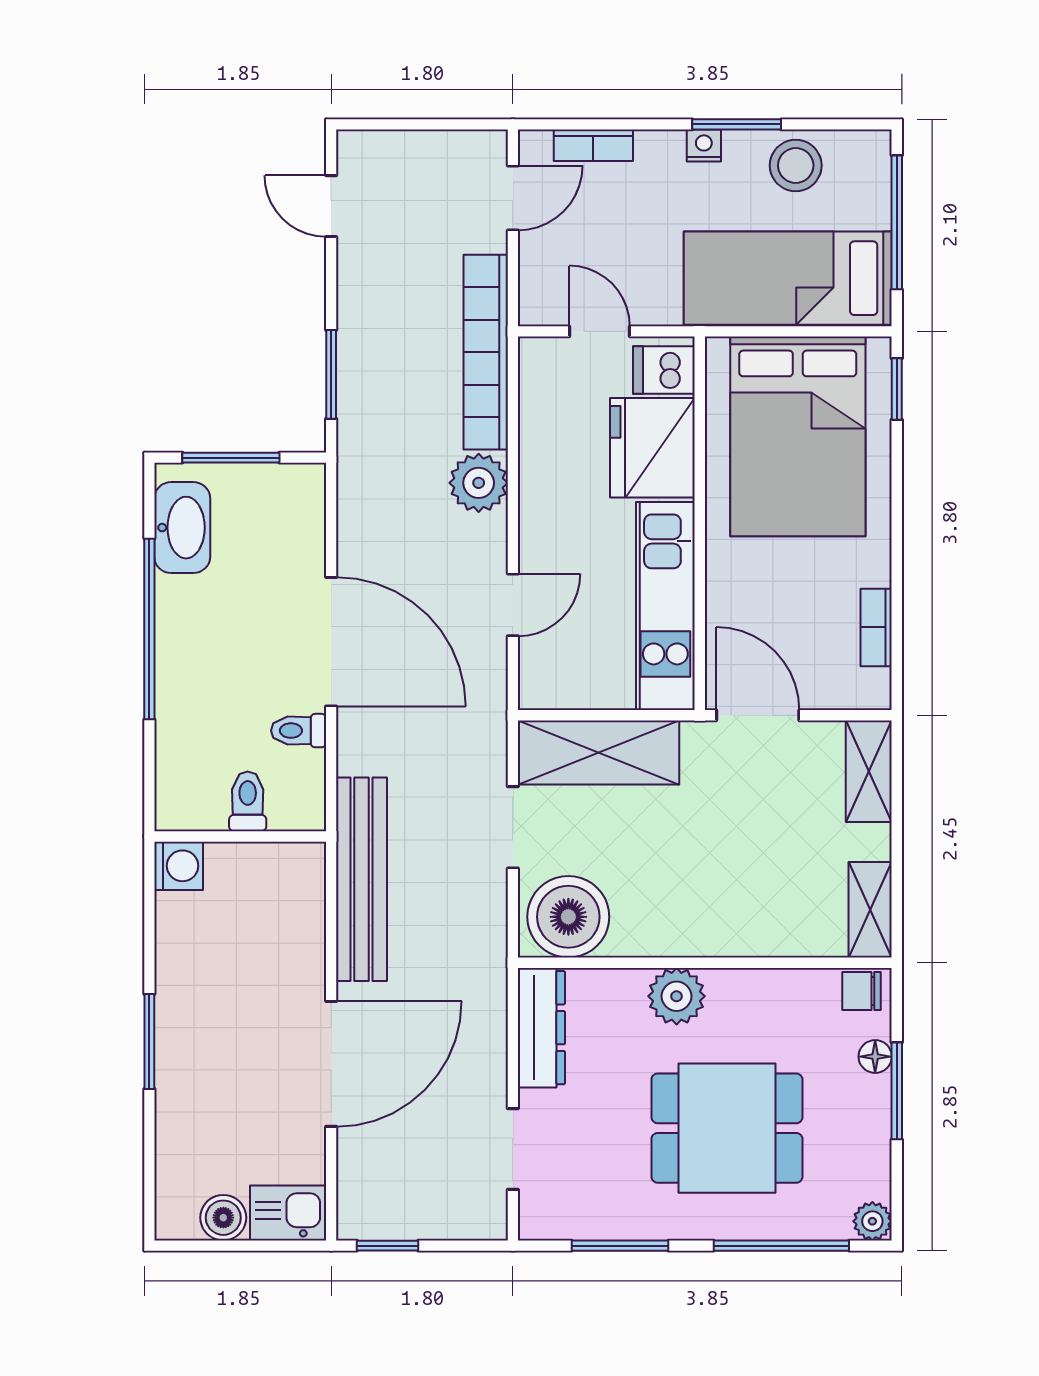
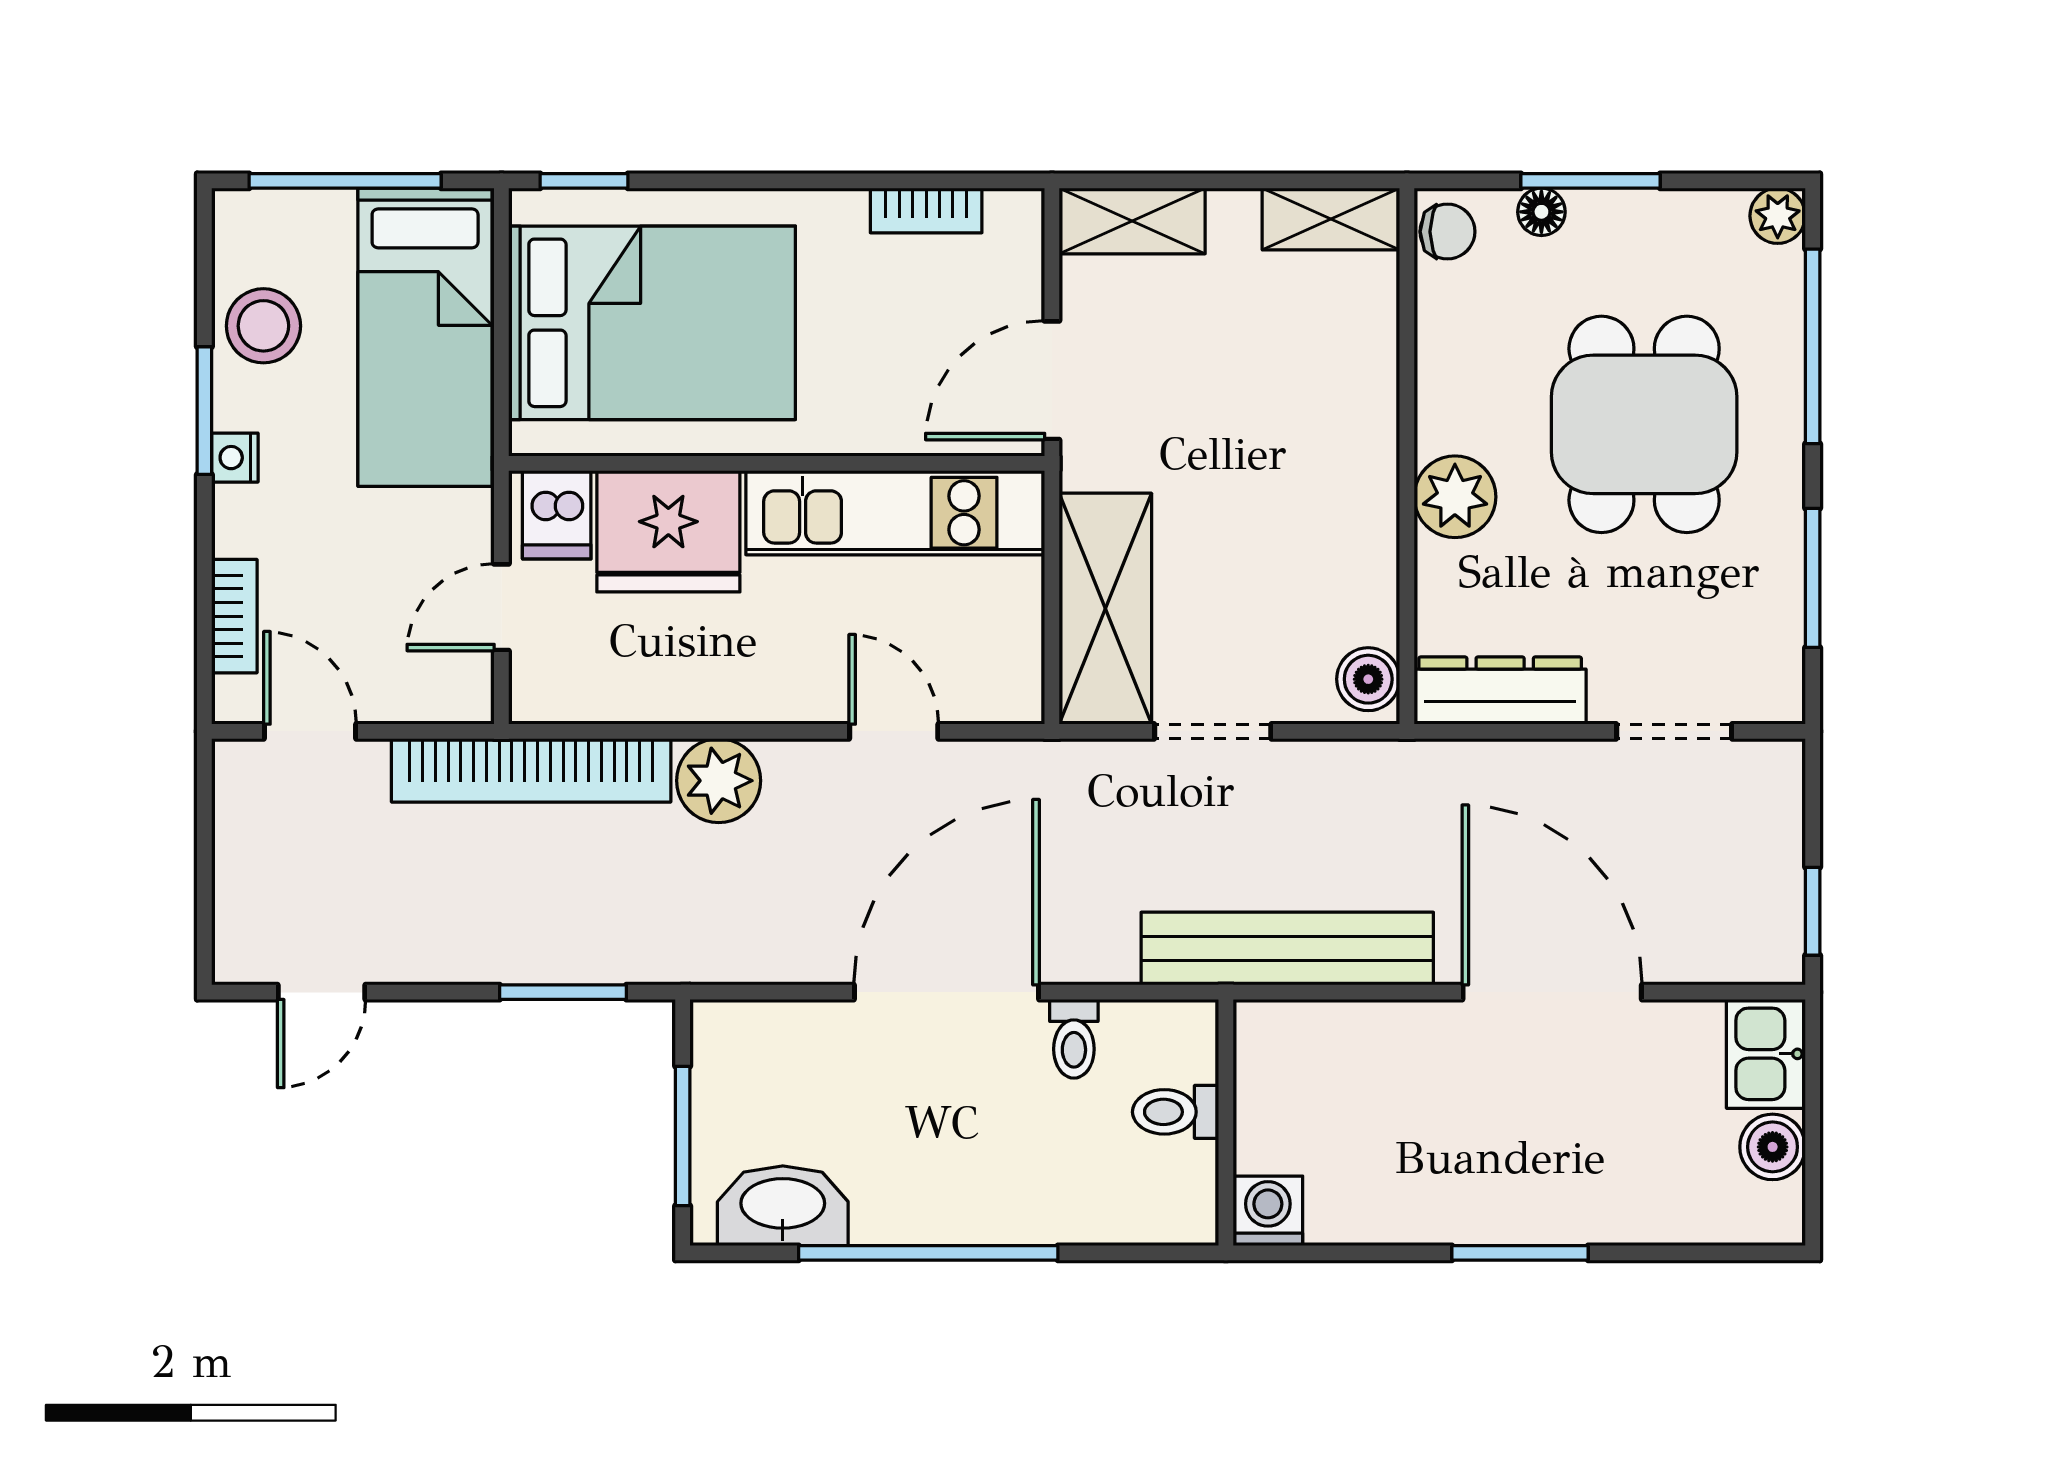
boiler: (568, 917) -> (1368, 679), width x0.54, depth x0.54
chair: (861, 991) -> (1447, 232), turned -90

